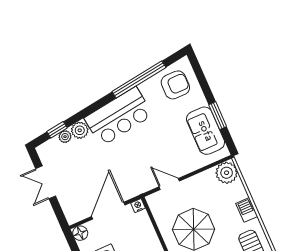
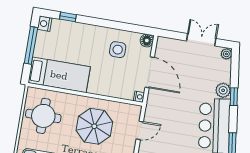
window: (57, 130) -> (234, 97), moved
plant: (65, 137) -> (226, 54), moved

